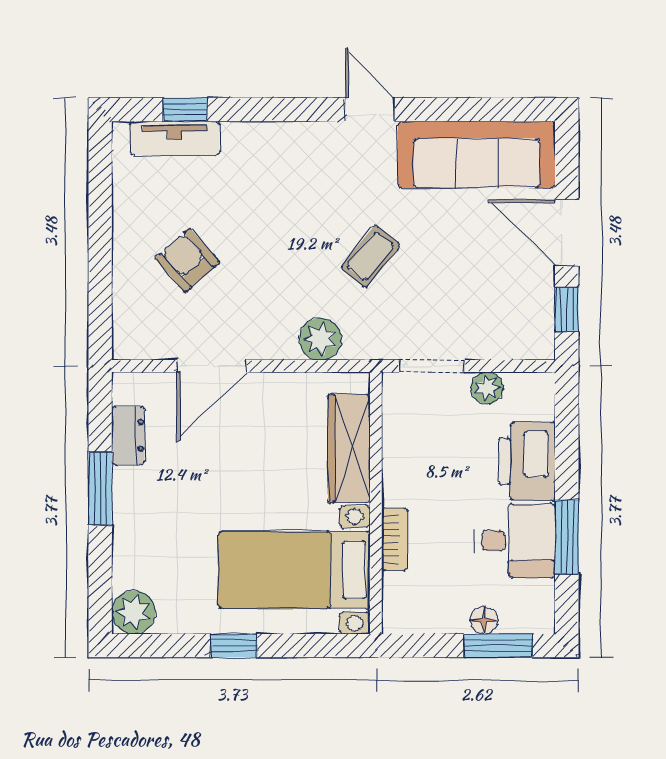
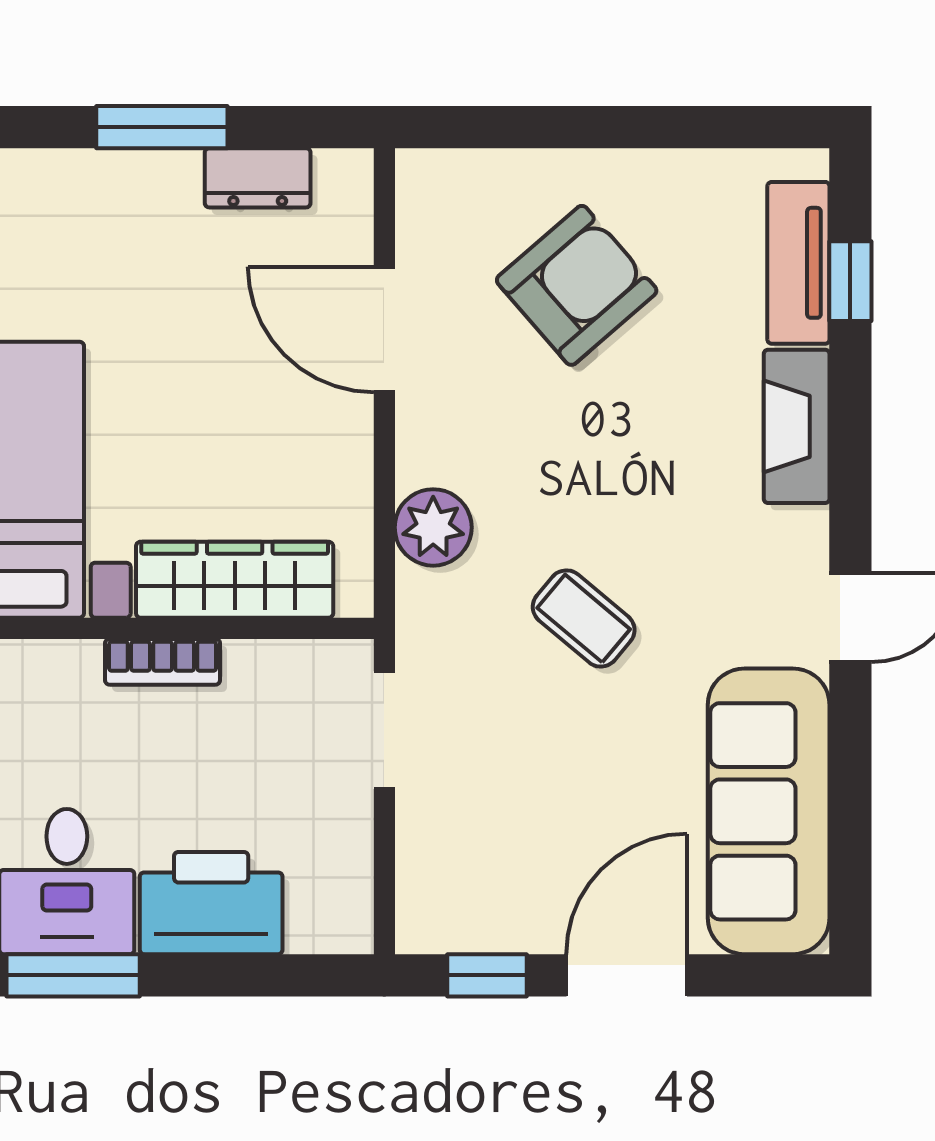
fireplace: (265, 139) -> (797, 426), added
armchair: (187, 260) -> (577, 285), width x1.38, depth x1.38
plant: (487, 388) -> (344, 830), removed
bookcase: (394, 539) -> (163, 662), moved

